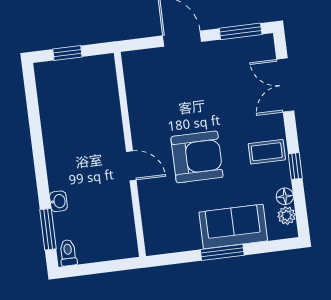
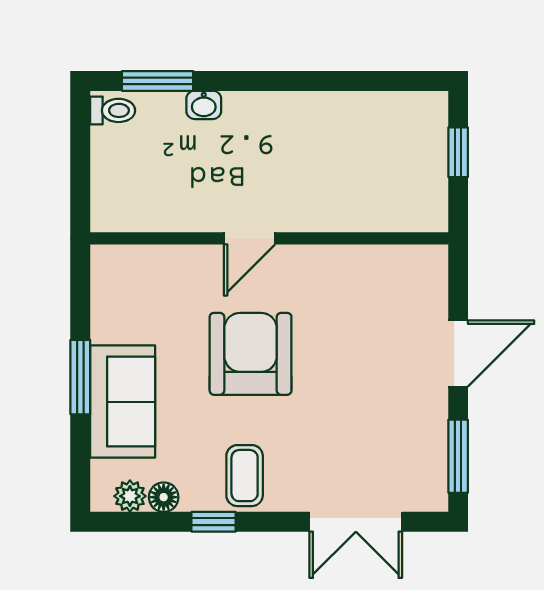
double door: (285, 85) -> (356, 522), swing flipped
armchair: (197, 157) -> (251, 354), turned 180

